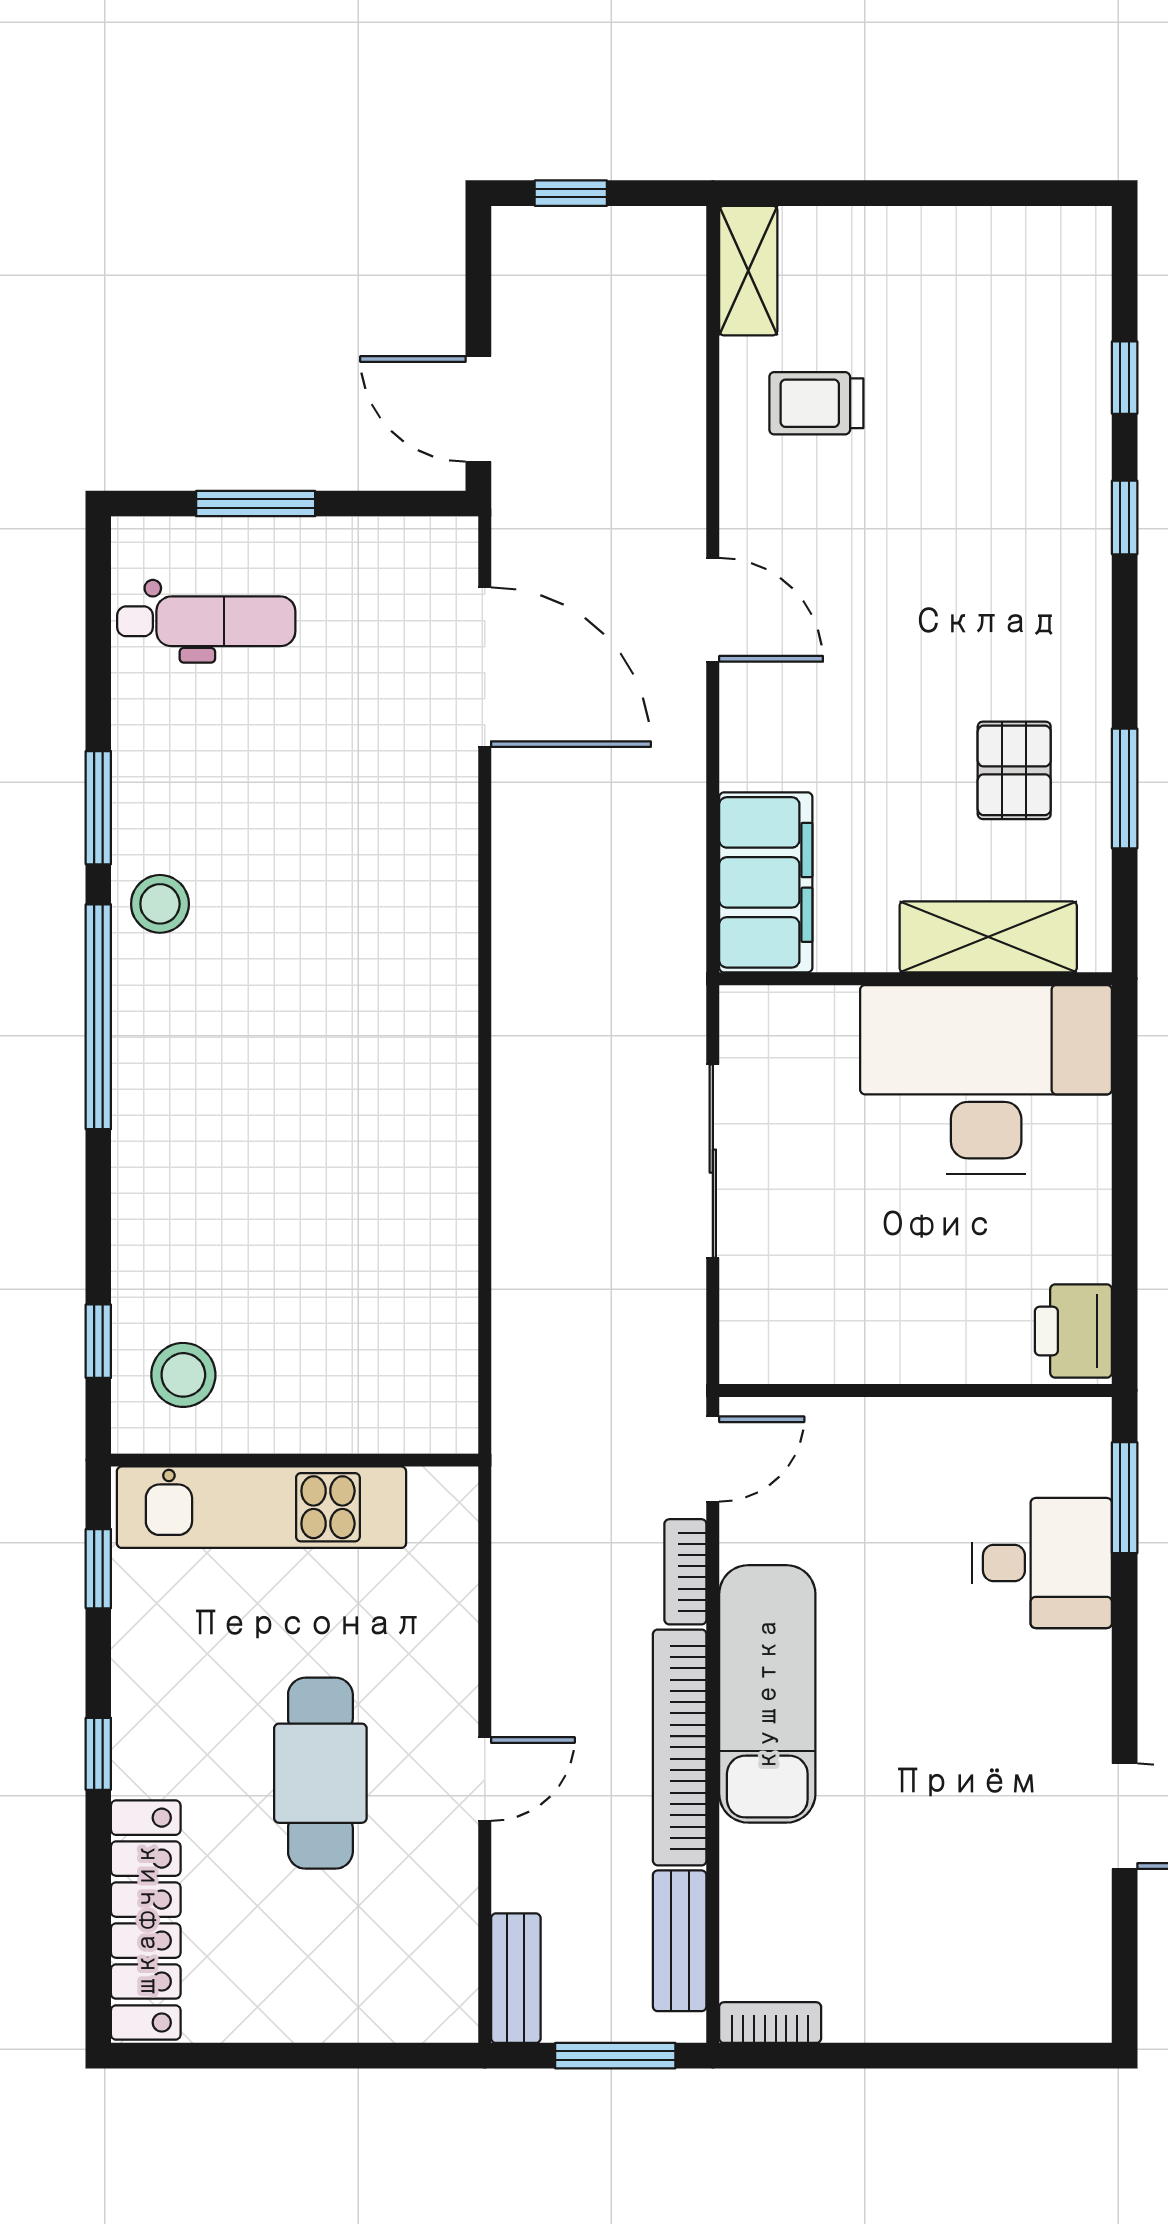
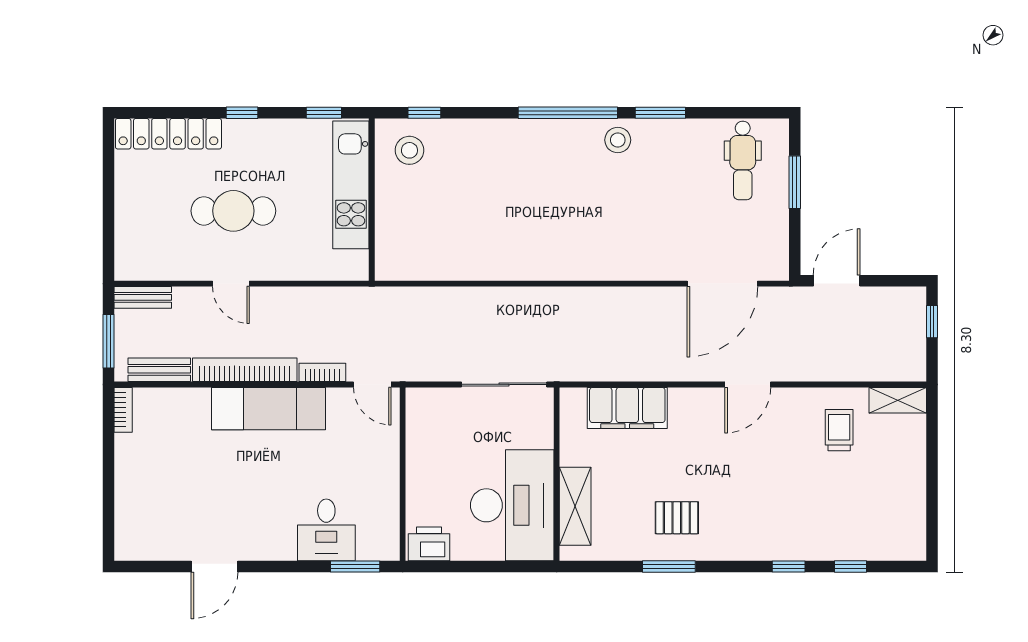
shelving: (988, 937) -> (575, 506), moved
wall: (916, 979) -> (557, 474), moved
desk: (986, 1079) -> (512, 505), moved

